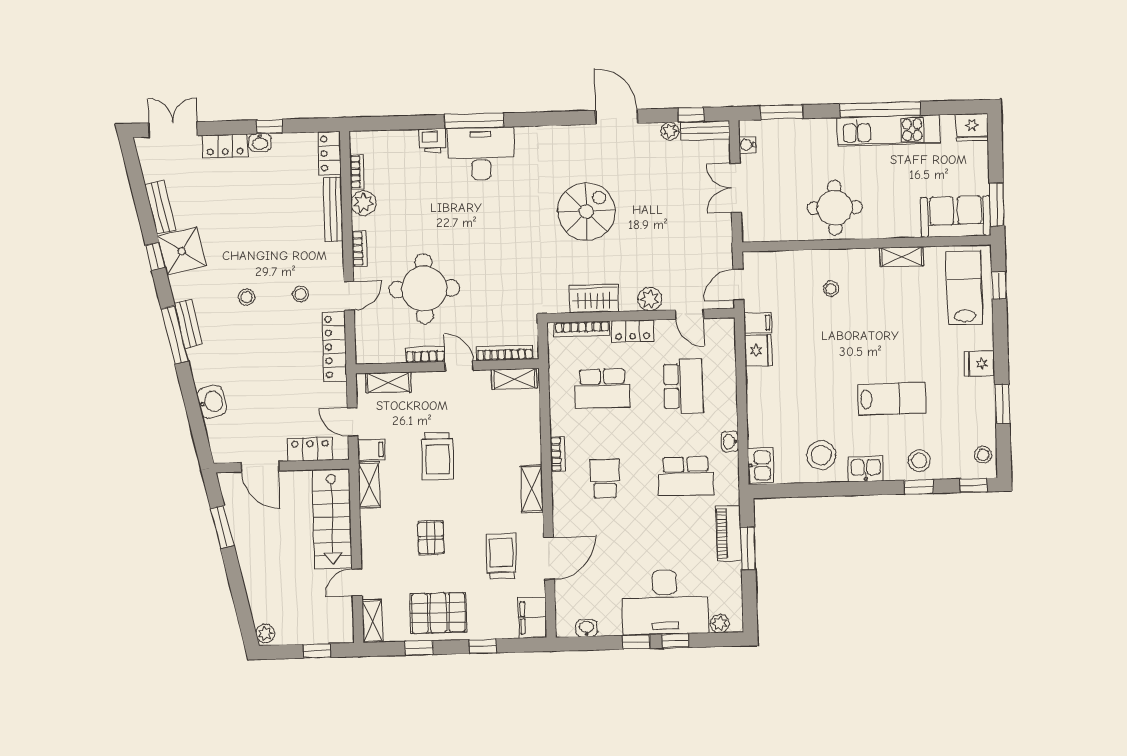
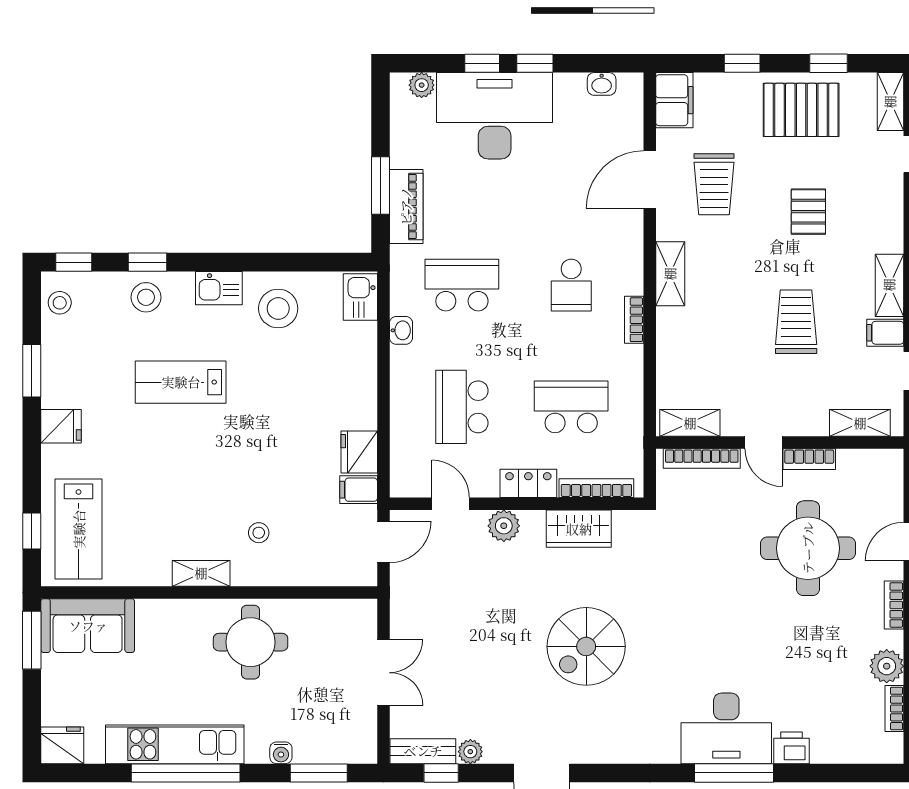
water cooler: (747, 145) -> (281, 753), moved, turned 90
shelving: (901, 257) -> (201, 573), moved

